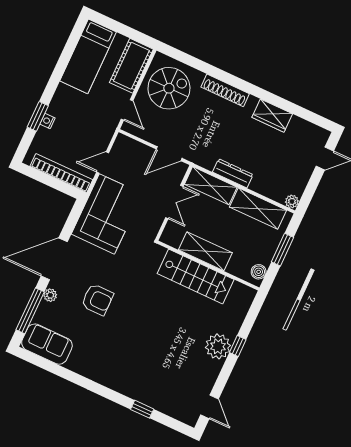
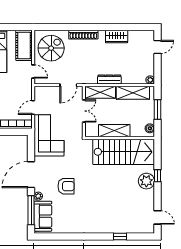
stairs: (196, 277) -> (124, 152), width x1.36, depth x1.51
sofa: (47, 344) -> (43, 216), moved, turned 90

